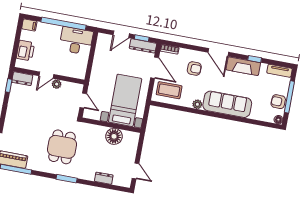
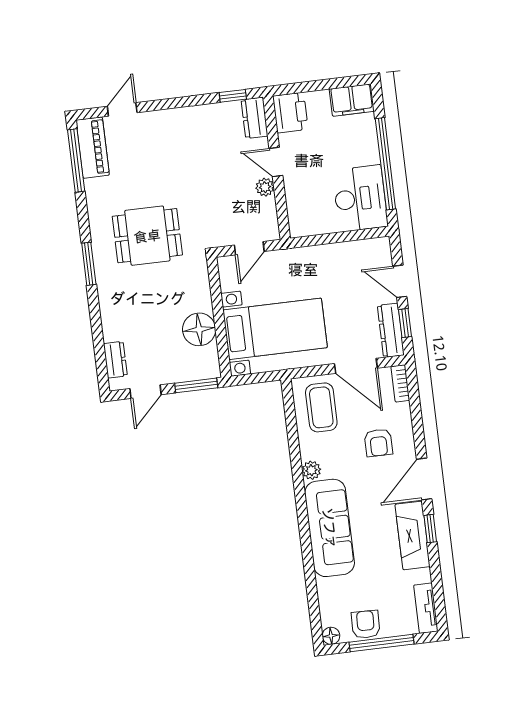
filing cabinet: (29, 25) -> (352, 100), width x2.00
printer: (25, 51) -> (290, 113), moved, turned -90
window: (255, 59) -> (430, 529), moved
door: (155, 68) -> (356, 366), hinge flipped
window: (140, 146) -> (196, 385), added
dresser: (104, 178) -> (115, 360), moved

